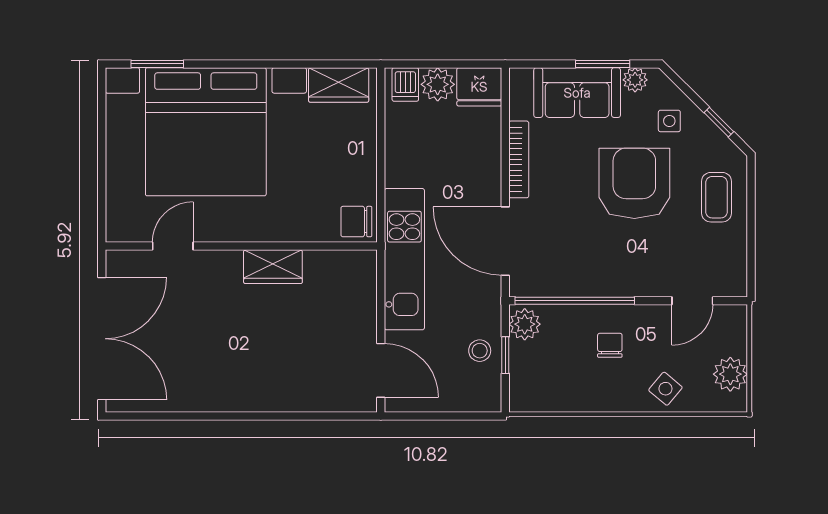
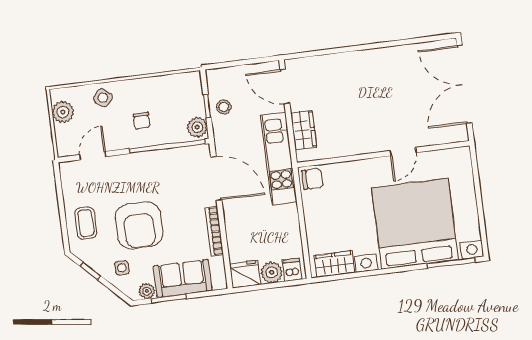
window: (157, 64) -> (451, 263), width x1.44
door: (173, 246) -> (403, 152), moved
wardrobe: (273, 267) -> (304, 130), moved, turned 90

